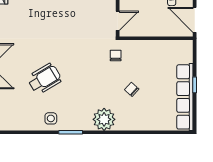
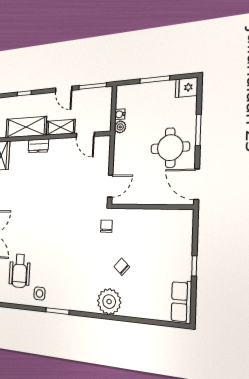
wheelchair: (44, 79) -> (20, 271), moved, turned 121
row of seats: (185, 97) -> (181, 302), width x0.50
plant: (104, 119) -> (109, 302), moved

